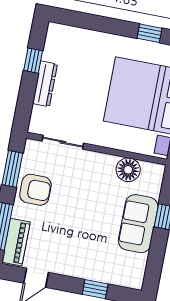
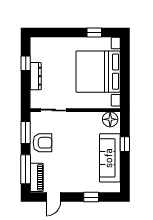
floor lamp: (128, 170) -> (110, 119), moved
sofa: (138, 224) -> (110, 158), width x1.36

